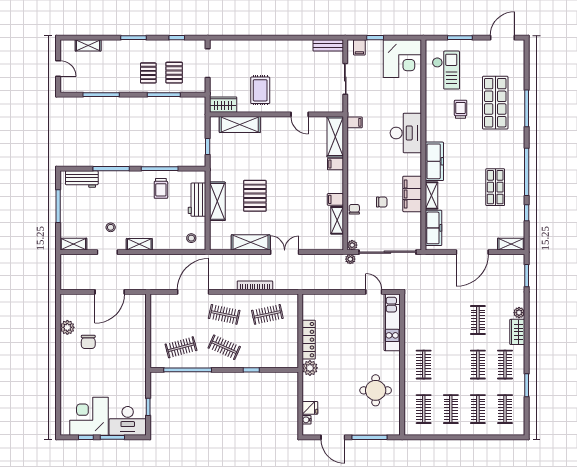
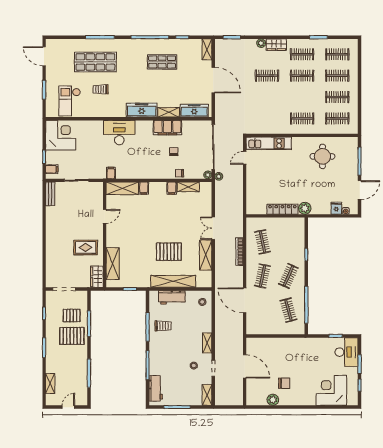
checkout: (446, 70) -> (70, 101), turned -90
pallet: (148, 73) -> (72, 336), width x1.50, depth x1.42
shelving: (217, 201) -> (173, 281), width x1.47
corner desk: (89, 416) -> (331, 390), moved, turned 90

